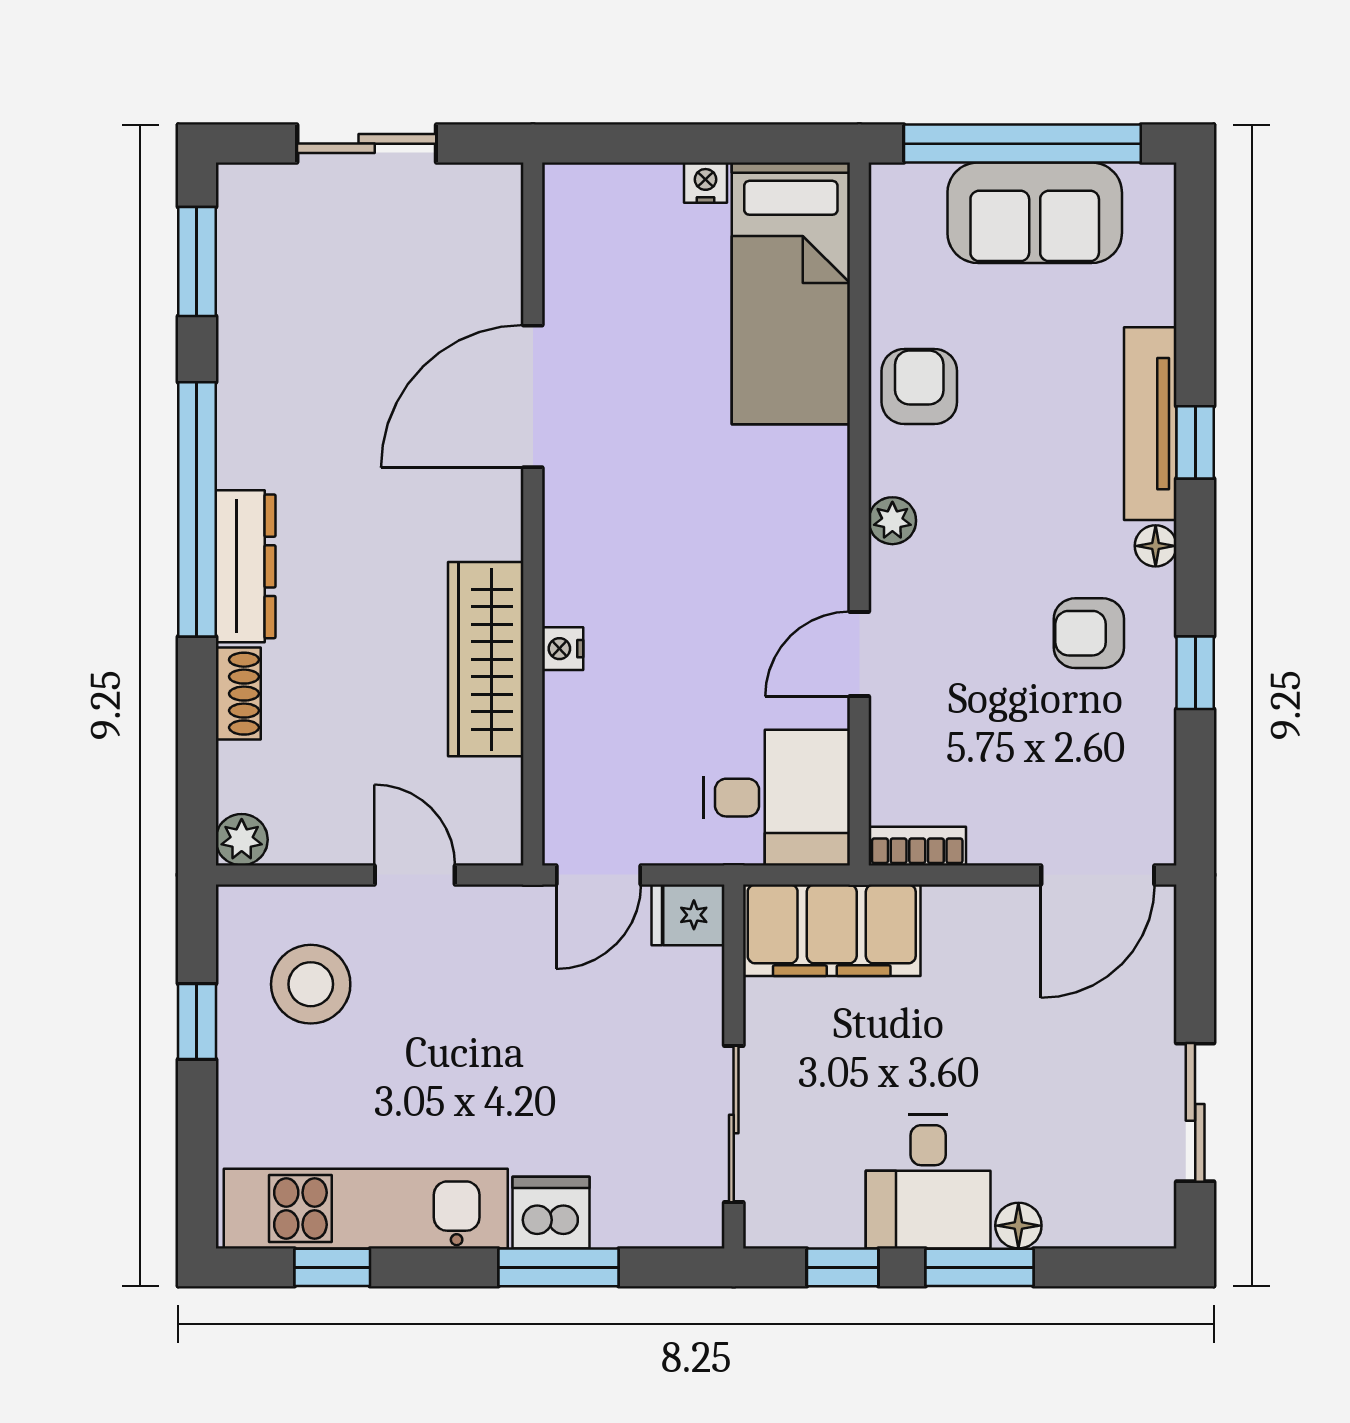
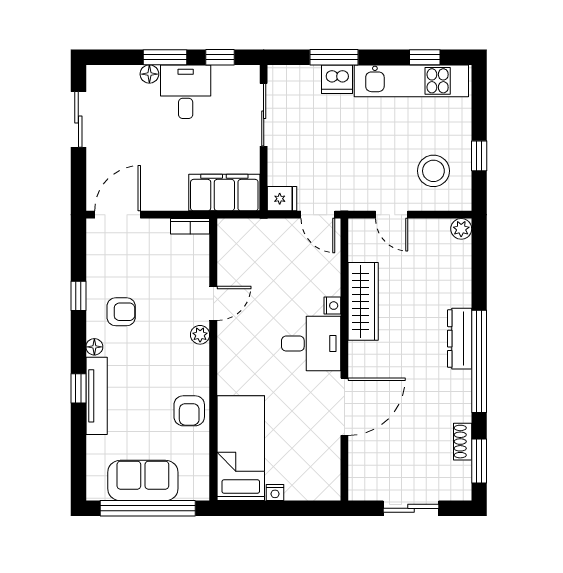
plant: (892, 521) -> (200, 335), moved
shoe rack: (238, 694) -> (463, 442), moved
desk: (777, 798) -> (311, 344), moved, turned 180
door: (598, 875) -> (318, 215), swing flipped

